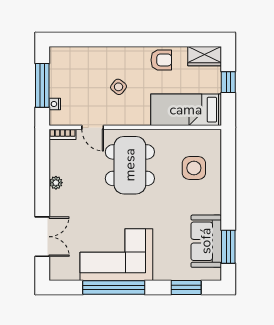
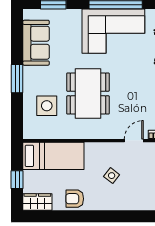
door: (93, 127) -> (134, 141), hinge flipped
dining table: (130, 165) -> (88, 94), moved
window: (228, 247) -> (17, 79), moved

